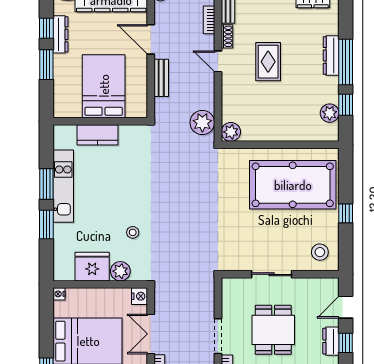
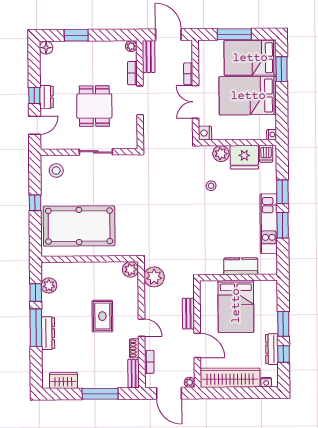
rug: (268, 62) -> (102, 316), moved
dishwasher: (66, 271) -> (266, 154), added
double door: (151, 334) -> (196, 102), swing flipped

